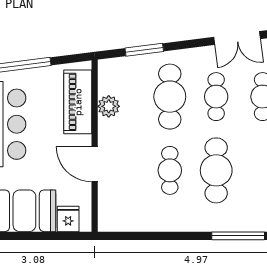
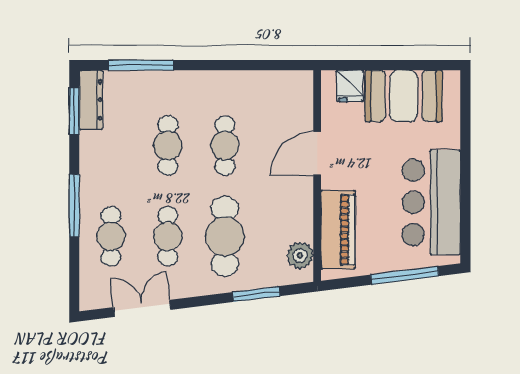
plant: (109, 106) -> (300, 255), moved
door: (95, 164) -> (317, 153), swing flipped
cafe table: (216, 170) -> (168, 146), width x0.73, depth x0.74

